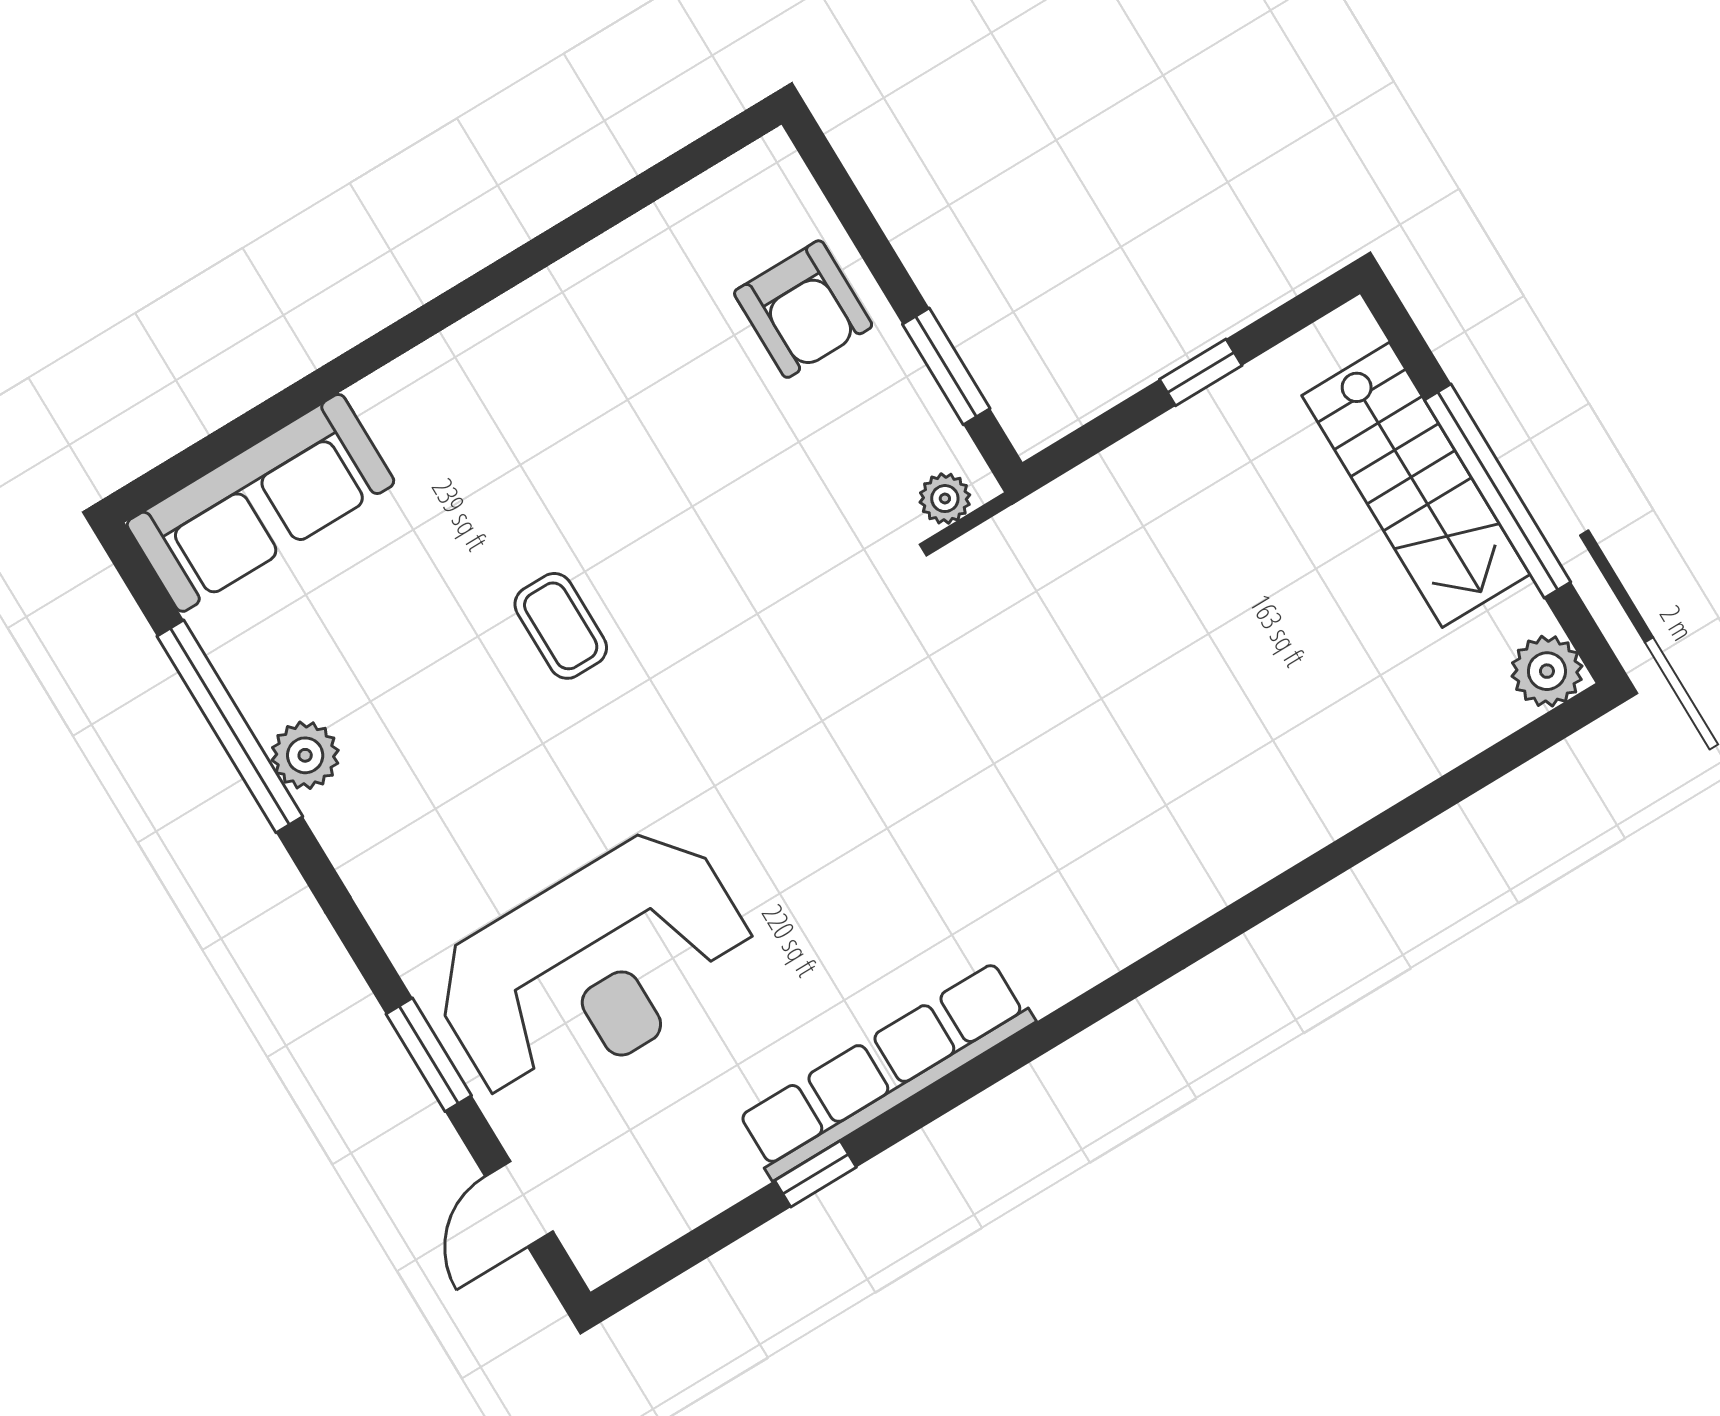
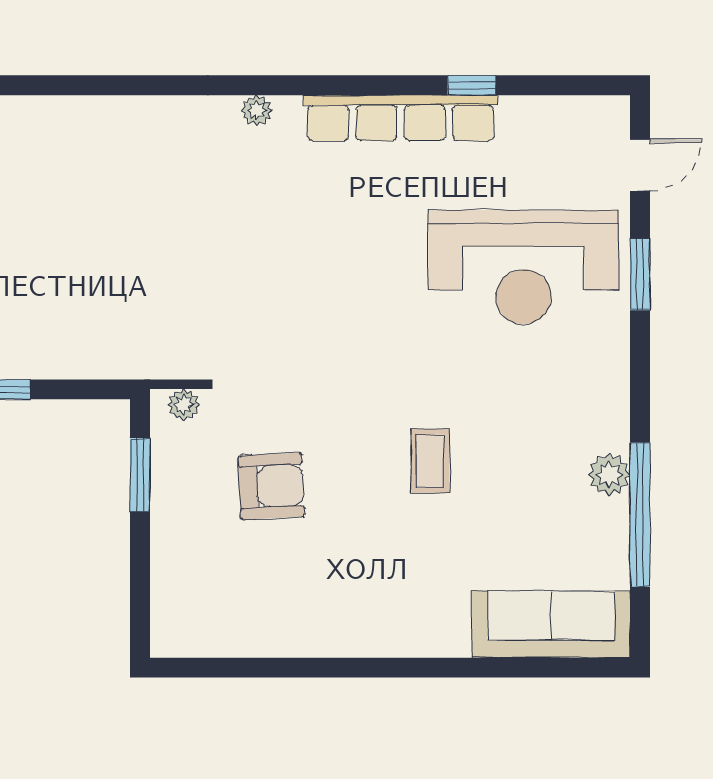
armchair: (803, 309) -> (271, 486), moved, turned 87
plant: (1089, 962) -> (257, 110), added
reception desk: (594, 968) -> (524, 267), turned 180

